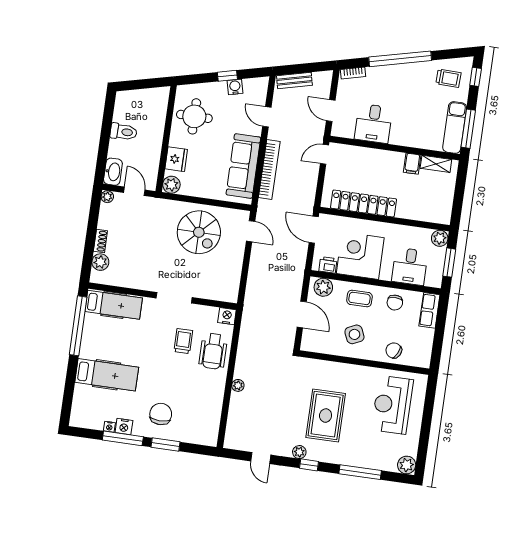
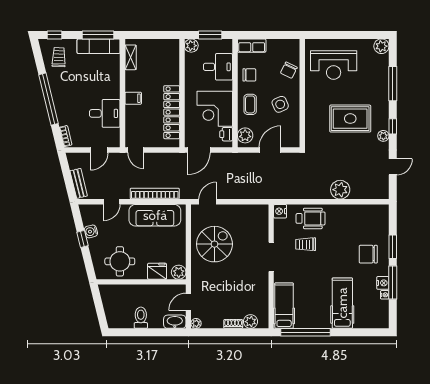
filing cabinet: (412, 164) -> (133, 98), moved
plant: (238, 385) -> (340, 190), width x1.87, depth x1.87

